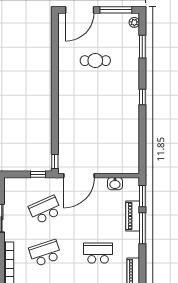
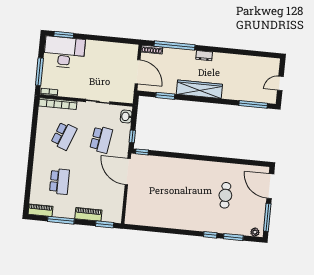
window: (142, 97) -> (210, 235), moved
washbasin: (115, 184) -> (126, 117), moved
school desk: (45, 210) -> (101, 140), turned 33
window: (142, 228) -> (61, 220), moved
school desk: (45, 253) -> (64, 136), turned 39

